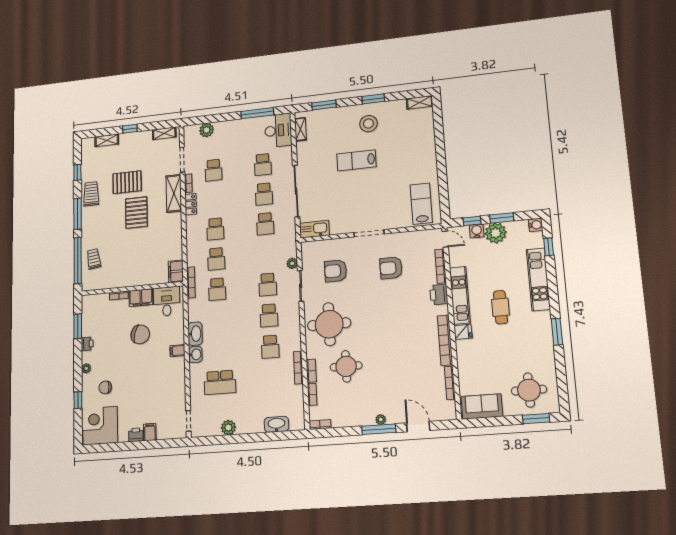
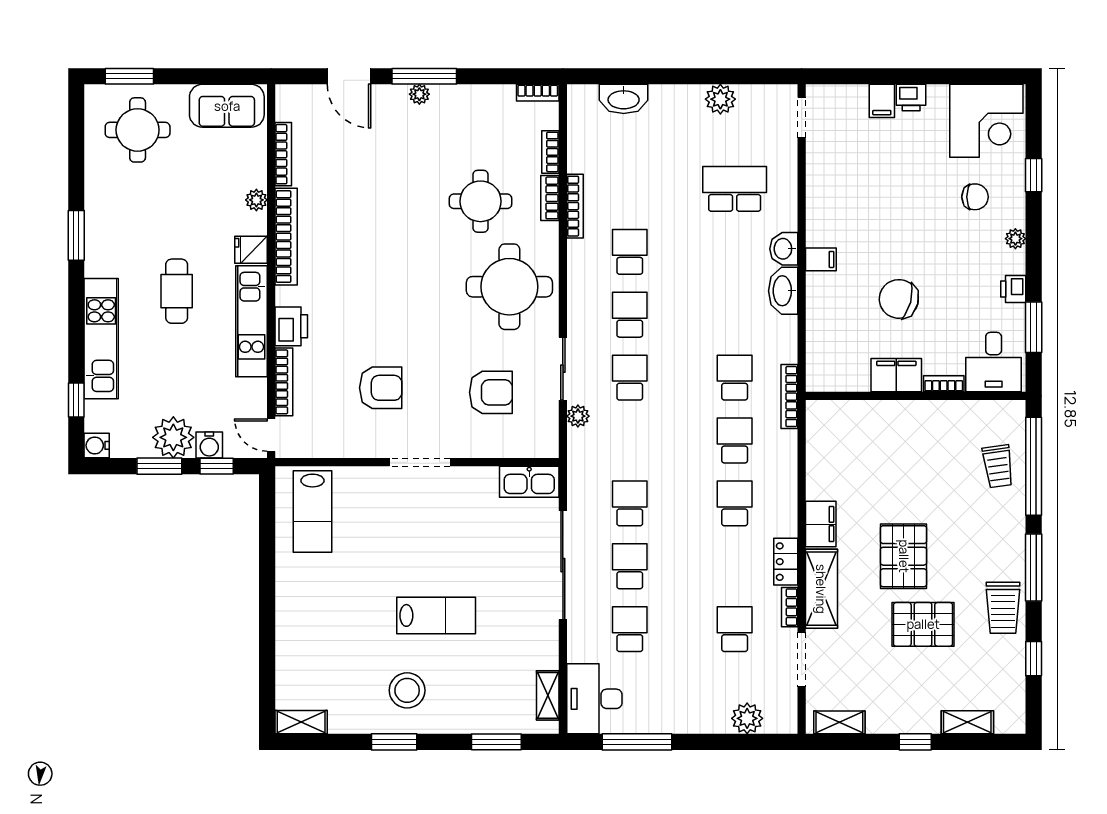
filing cabinet: (176, 271) -> (821, 524), moved
desk: (167, 301) -> (994, 362), moved
plant: (462, 358) -> (256, 200), added

